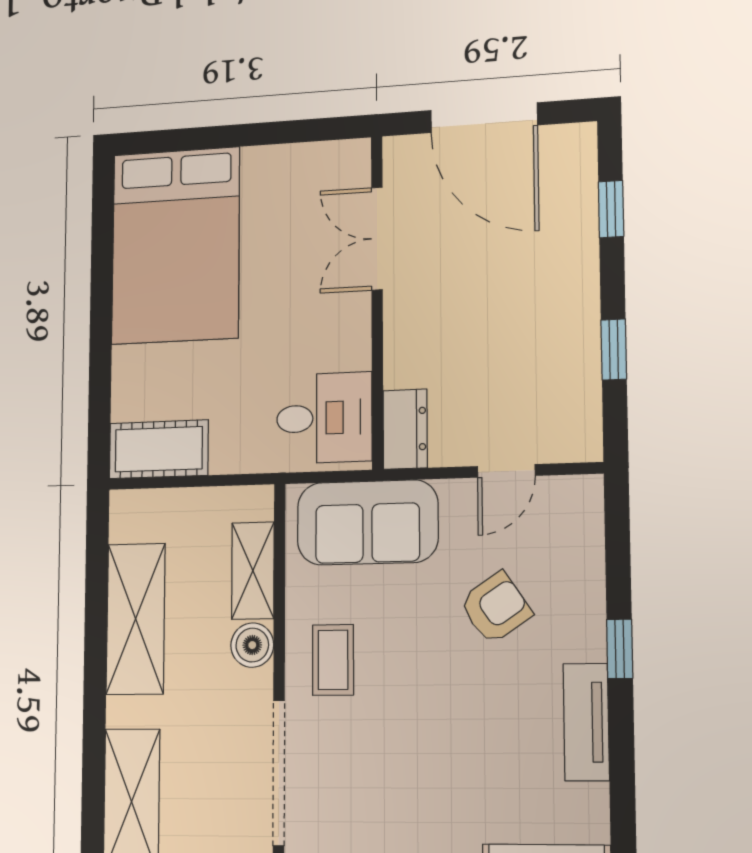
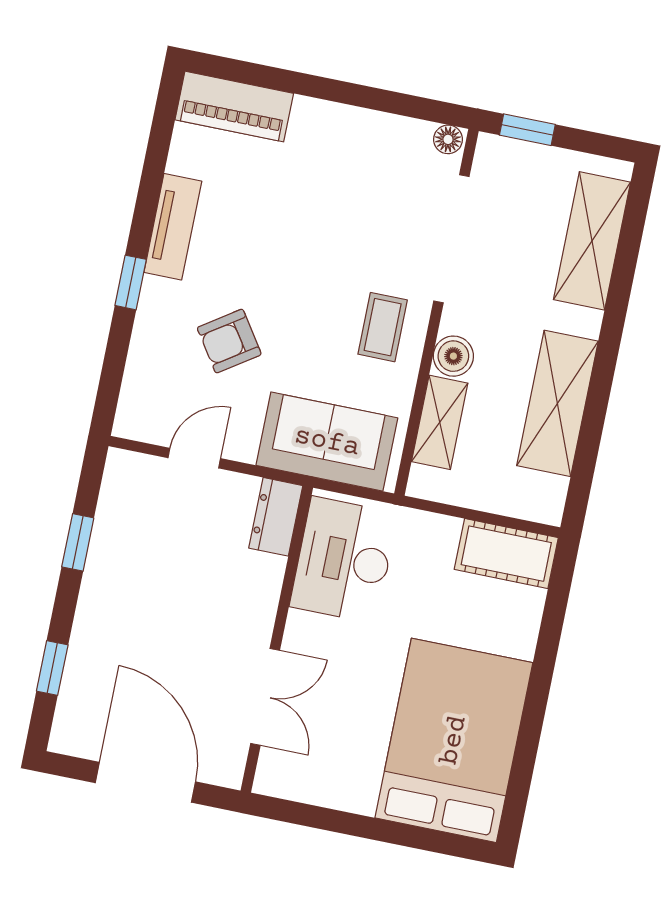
desk: (324, 418) -> (344, 560), width x1.37

